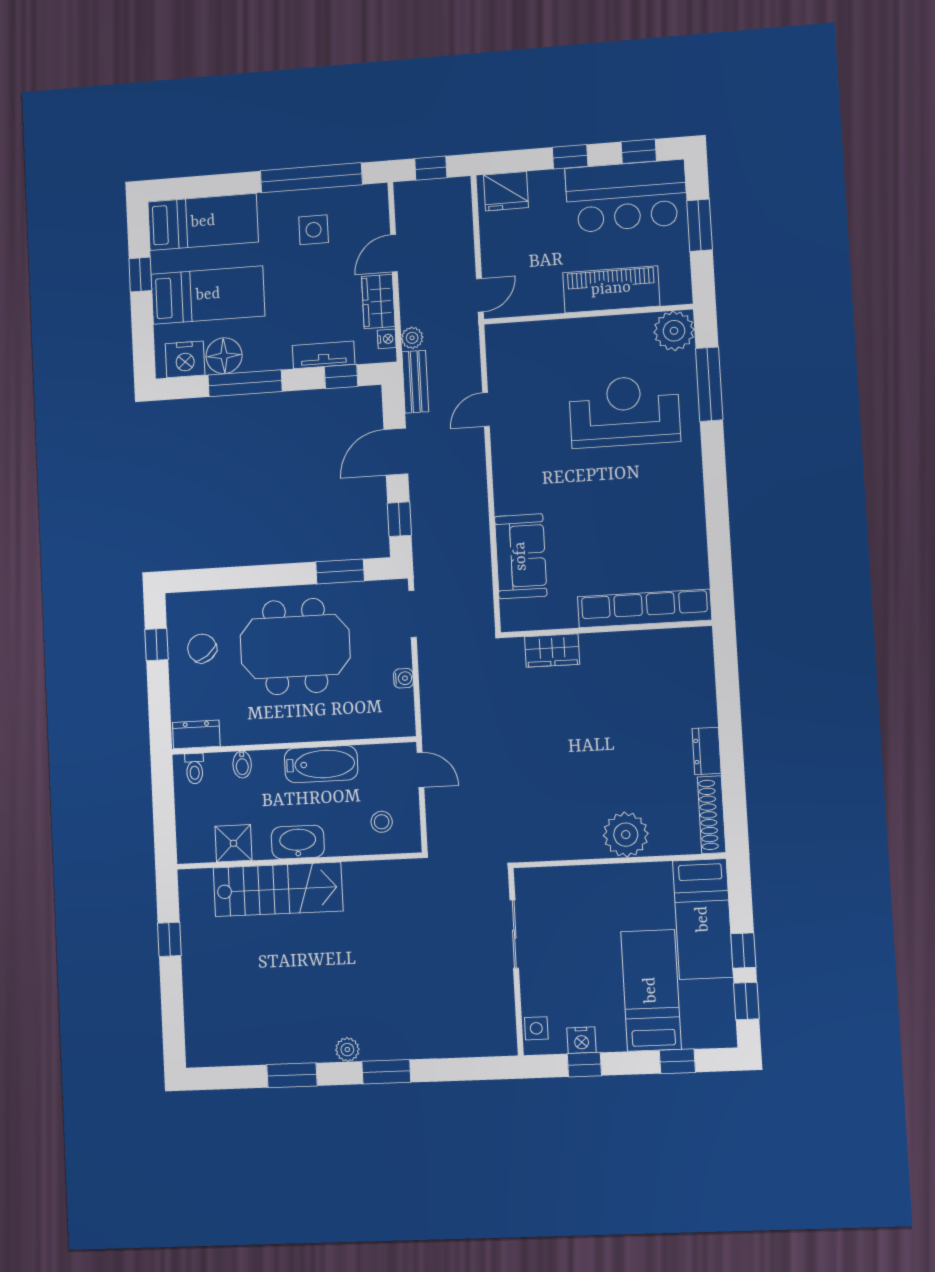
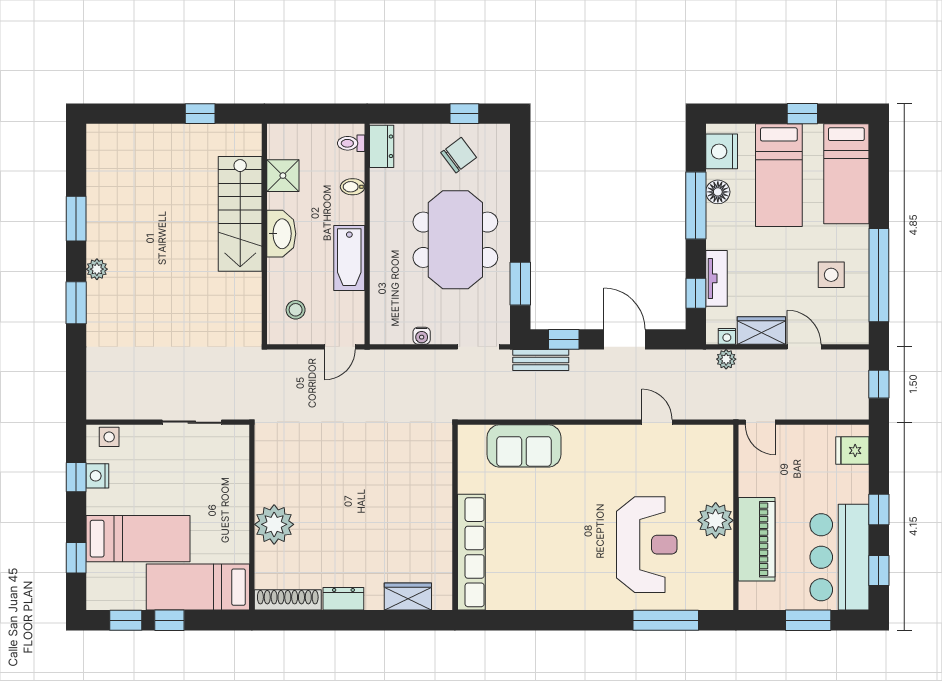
fridge: (506, 191) -> (852, 450), width x0.72
plant: (674, 331) -> (716, 520), moved
floor lamp: (224, 356) -> (718, 192), width x0.73, depth x0.73
bench: (415, 382) -> (541, 360), moved
wardrobe: (552, 650) -> (408, 597), moved, turned 90

